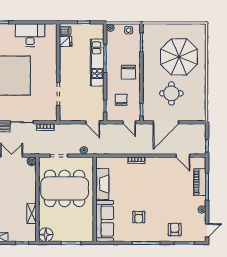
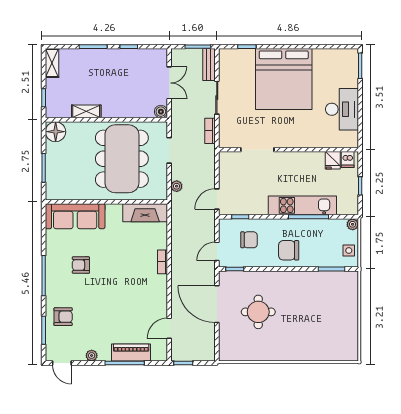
parasol: (179, 57) -> (311, 323), removed
fireplace: (102, 184) -> (145, 213), moved

